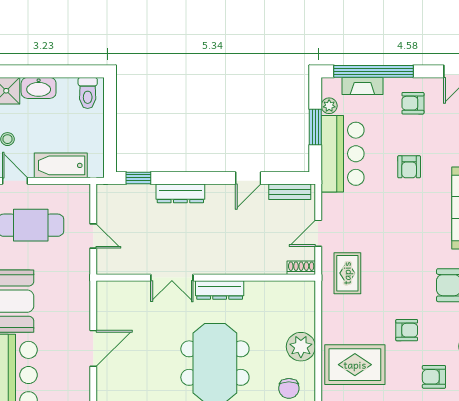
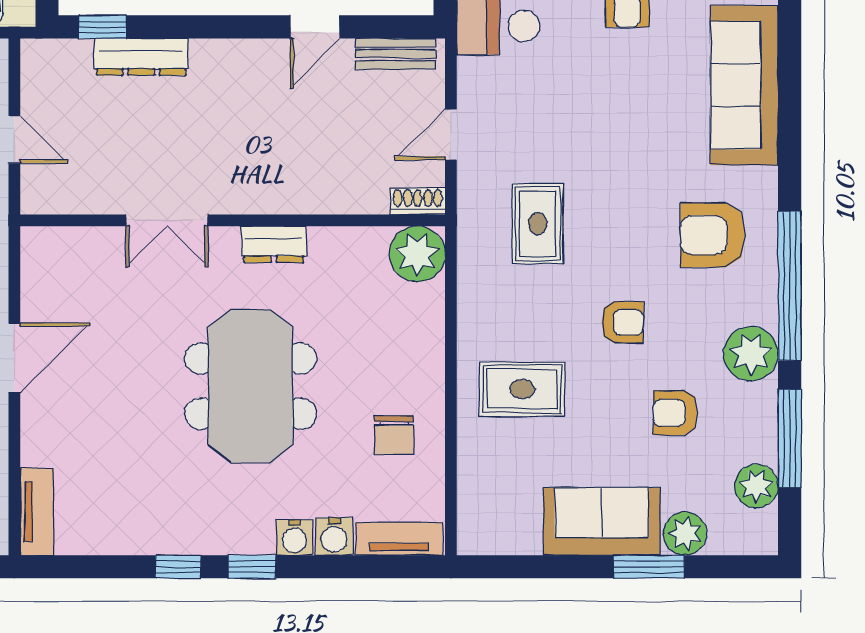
dresser: (180, 193) -> (141, 57), moved
rug: (347, 273) -> (538, 224), moved
dresser: (220, 290) -> (274, 244), width x0.70
plant: (301, 347) -> (417, 254), moved
rug: (355, 365) -> (522, 389), width x0.73, depth x0.70

